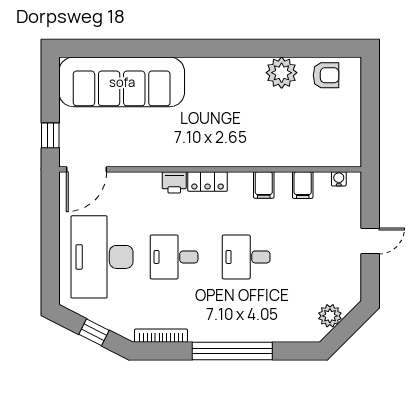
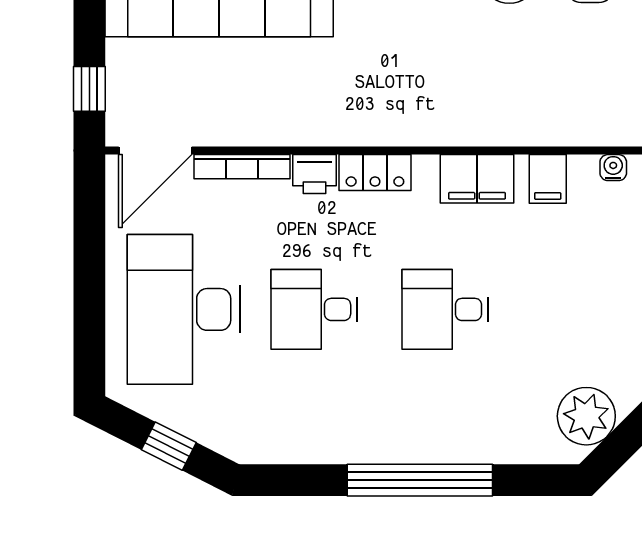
filing cabinet: (264, 185) -> (477, 179), width x2.00
plant: (330, 316) -> (586, 416), width x1.36, depth x1.36
bookcase: (161, 336) -> (242, 167), moved, turned 180

